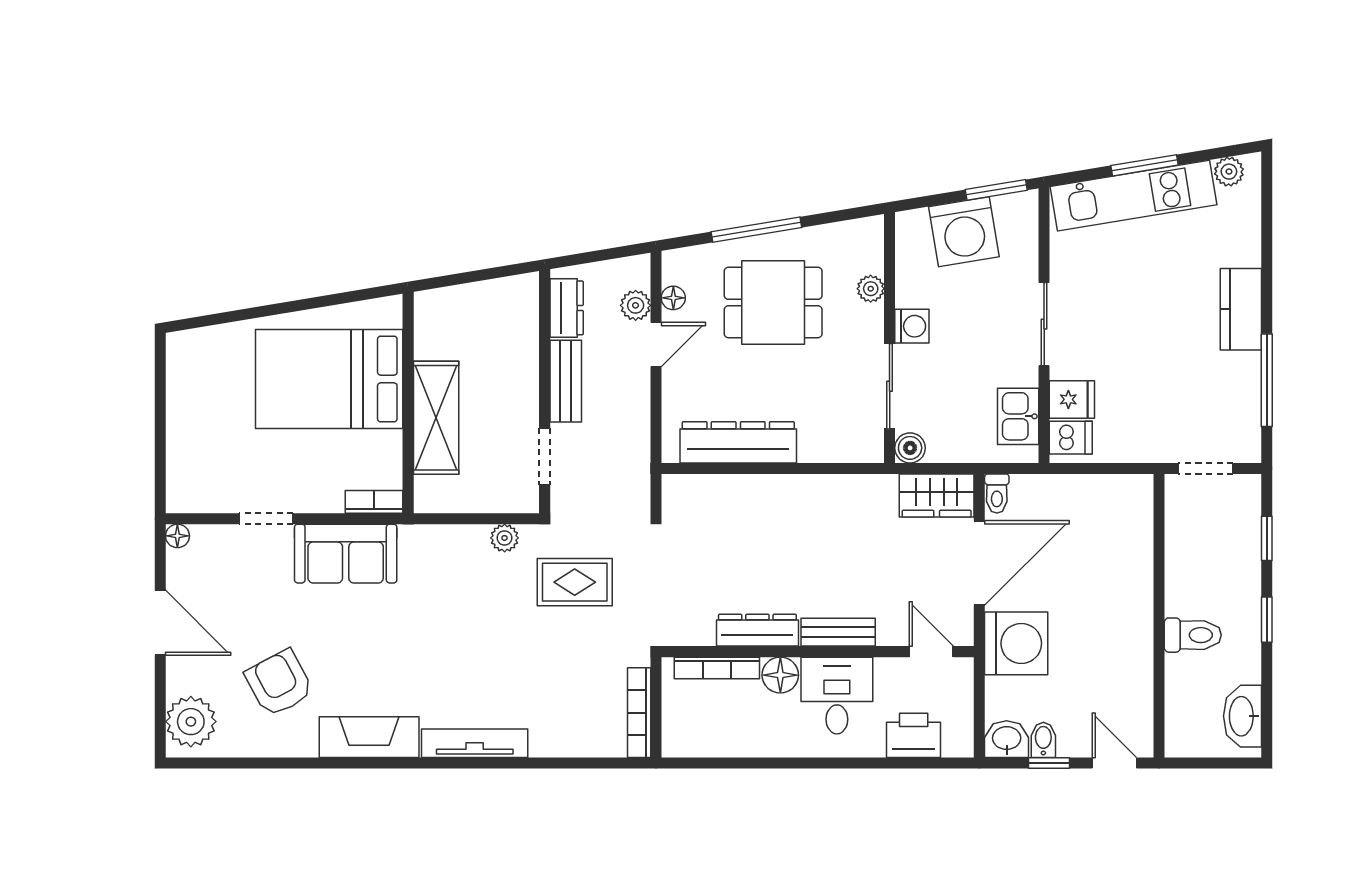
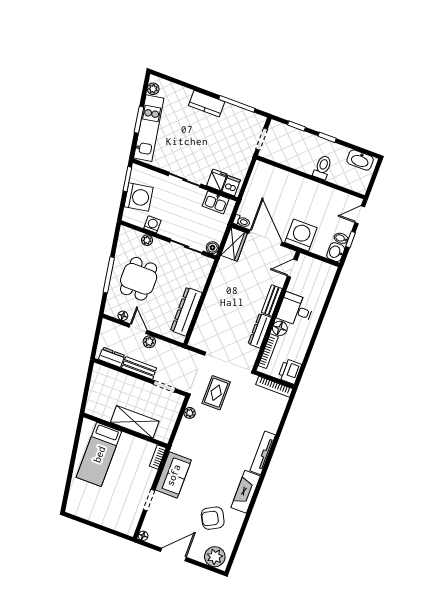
plant: (636, 305) -> (149, 342), moved
washing machine: (912, 326) -> (152, 224), moved
bed: (329, 379) -> (99, 454), width x0.67
printer: (914, 735) -> (290, 371), moved

